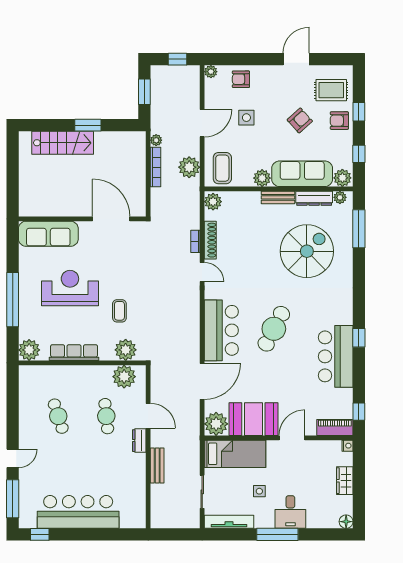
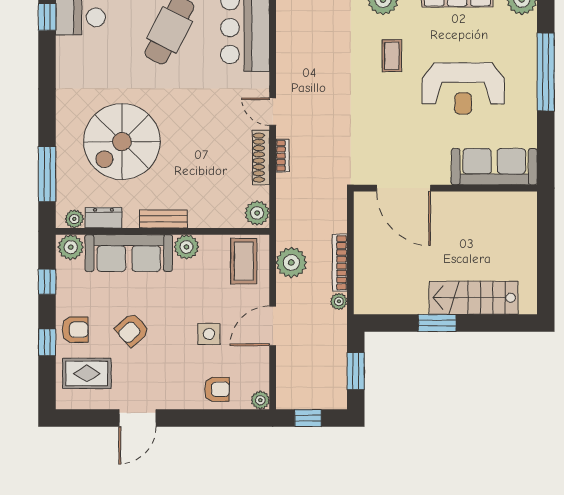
dresser: (314, 198) -> (103, 218), width x0.70

